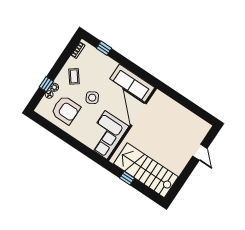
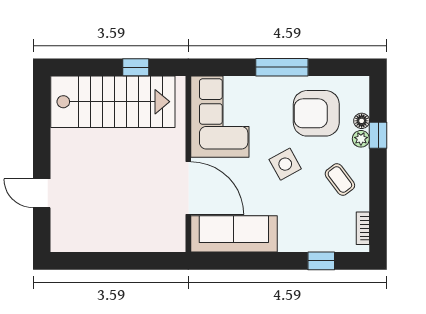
window: (67, 138) -> (282, 67), added

